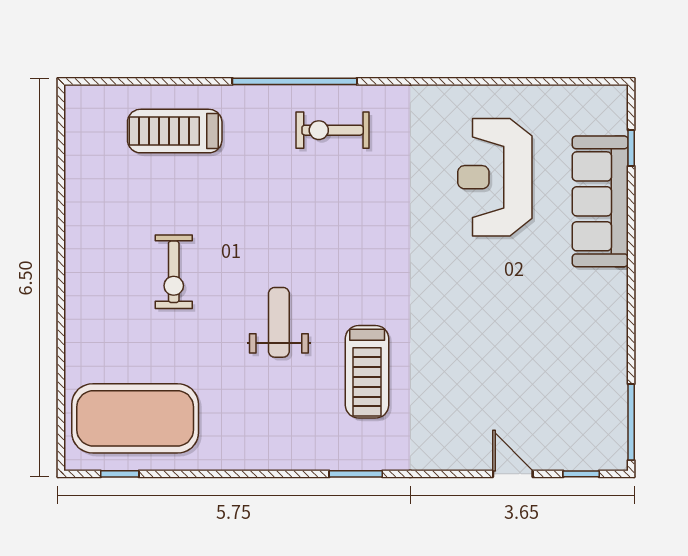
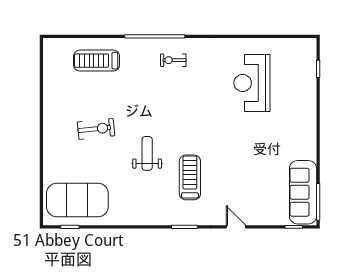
exercise bike: (333, 130) -> (173, 60), width x0.73, depth x0.72
sofa: (600, 201) -> (303, 192), moved
exercise bike: (174, 272) -> (96, 129), turned -96
treadmill: (367, 372) -> (190, 177), turned 180
door: (513, 474) -> (236, 227), moved

